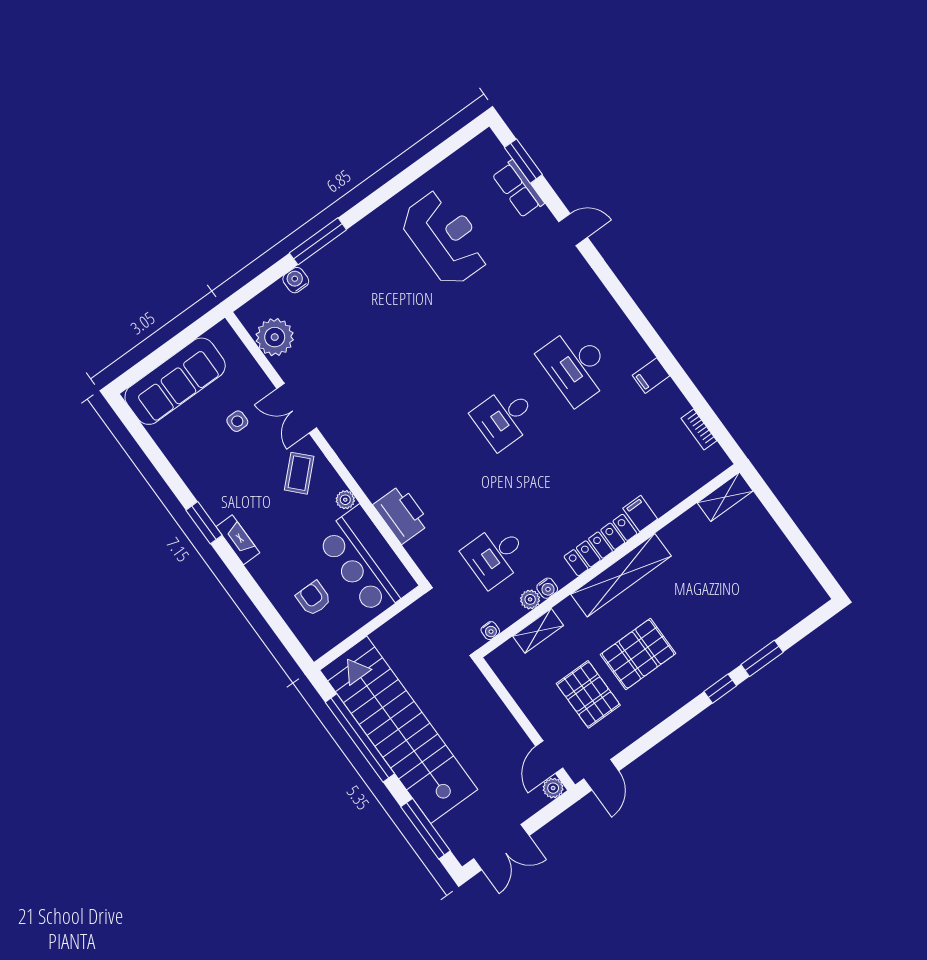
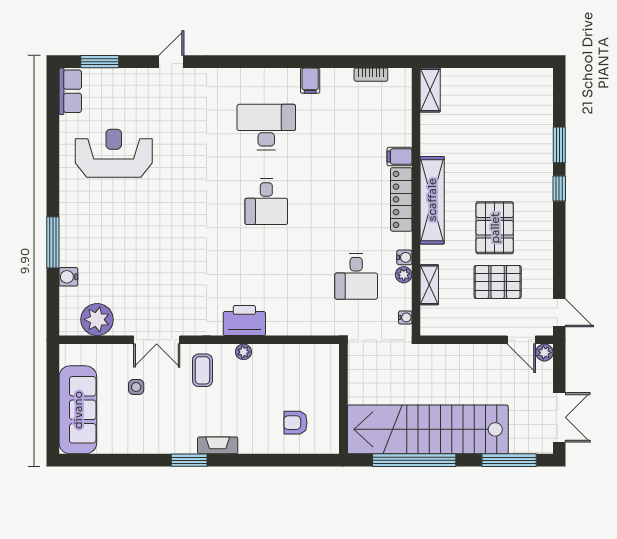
row of seats: (518, 189) -> (70, 91), moved, turned -90
desk: (576, 366) -> (266, 127), turned 180
coffee table: (299, 473) -> (202, 370), turned 44
printer: (402, 514) -> (244, 321), moved
bar counter: (366, 561) -> (296, 368), removed

